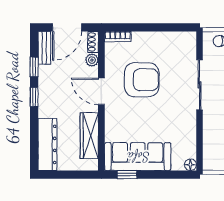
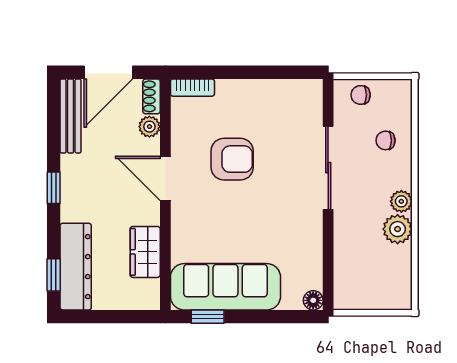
bench: (44, 48) -> (71, 116), width x1.36
window: (34, 67) -> (54, 275), moved
armchair: (142, 80) -> (232, 159), width x0.73, depth x0.73
wardrobe: (89, 136) -> (145, 252), width x0.67

